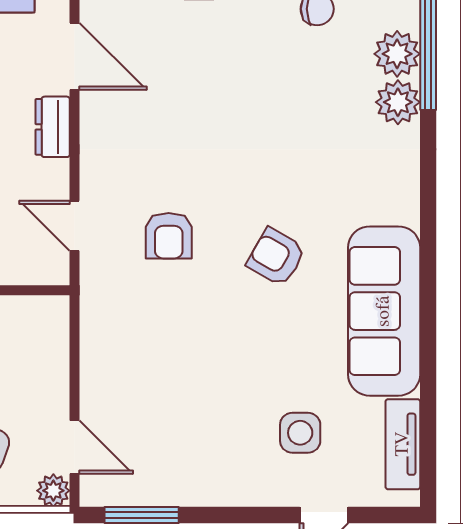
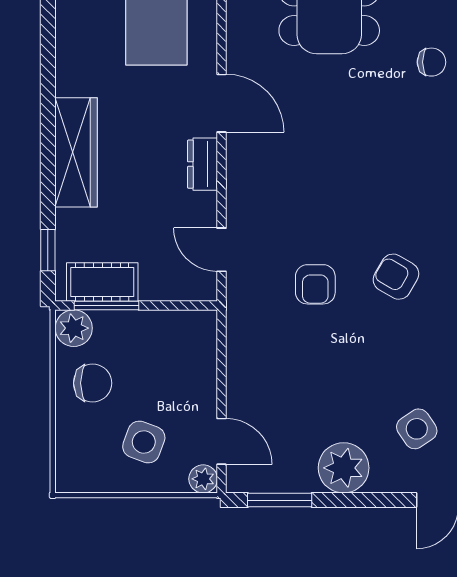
armchair: (169, 236) -> (315, 284), moved
side table: (300, 433) -> (417, 429), turned -34
plant: (216, 478) -> (344, 468), added

